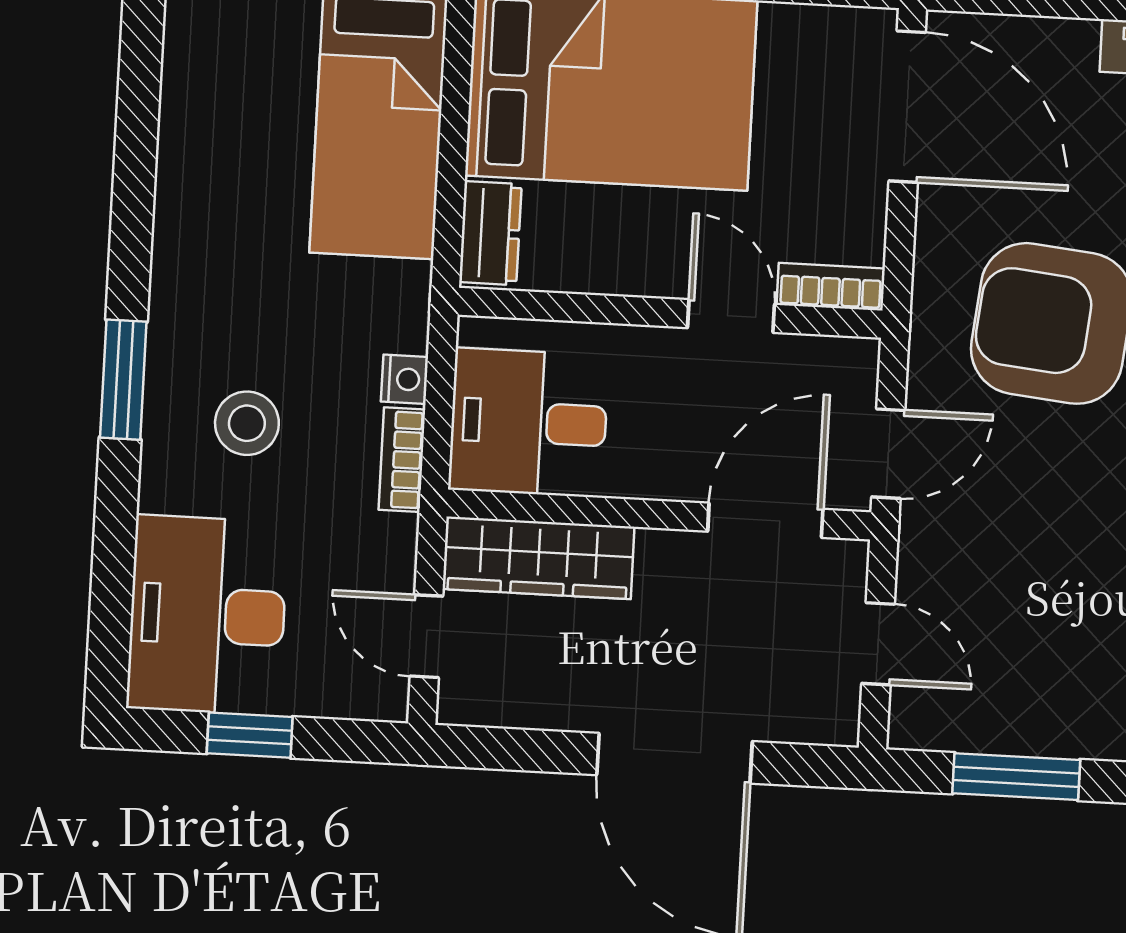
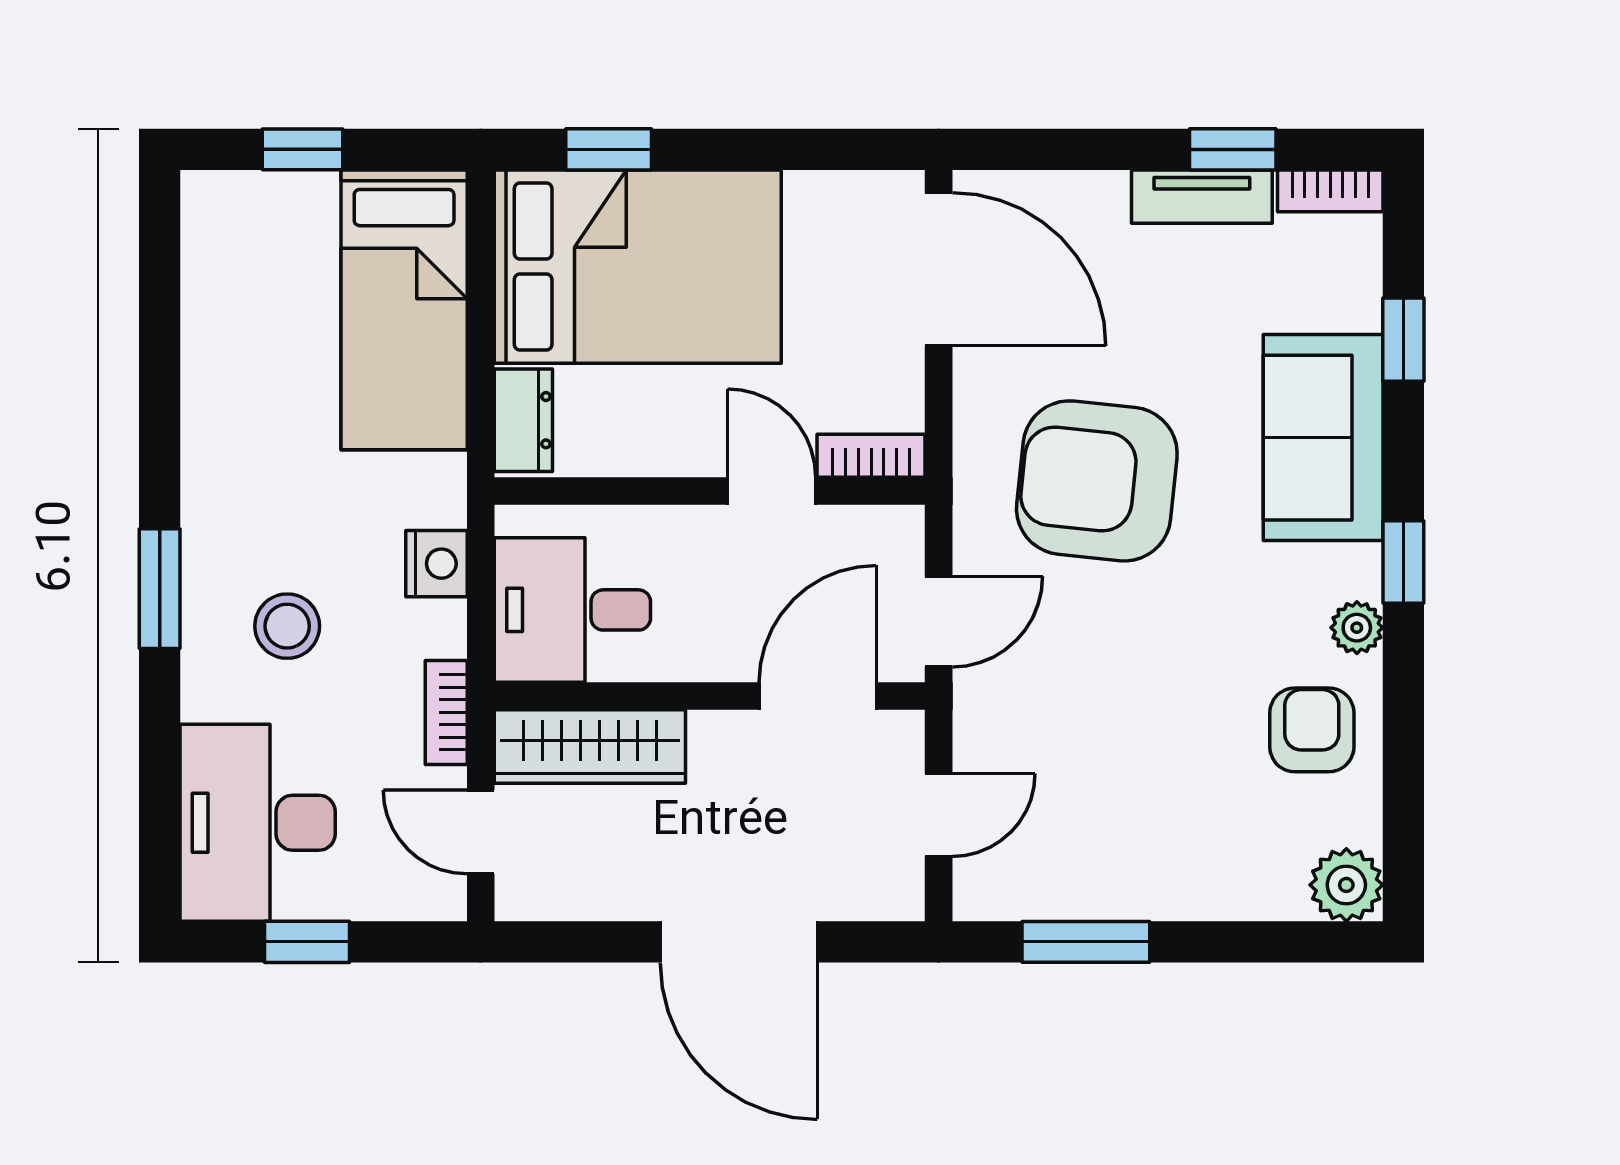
nightstand: (405, 379) -> (436, 564), width x1.39, depth x1.35
bookcase: (402, 460) -> (446, 712), moved
door: (878, 644) -> (939, 815), hinge flipped

